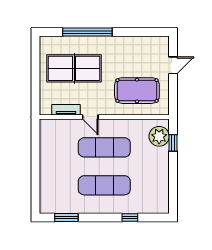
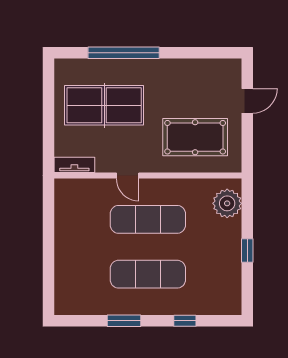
tv unit: (66, 110) -> (74, 165), moved
window: (173, 143) -> (247, 250), moved
window: (66, 218) -> (124, 321), moved

